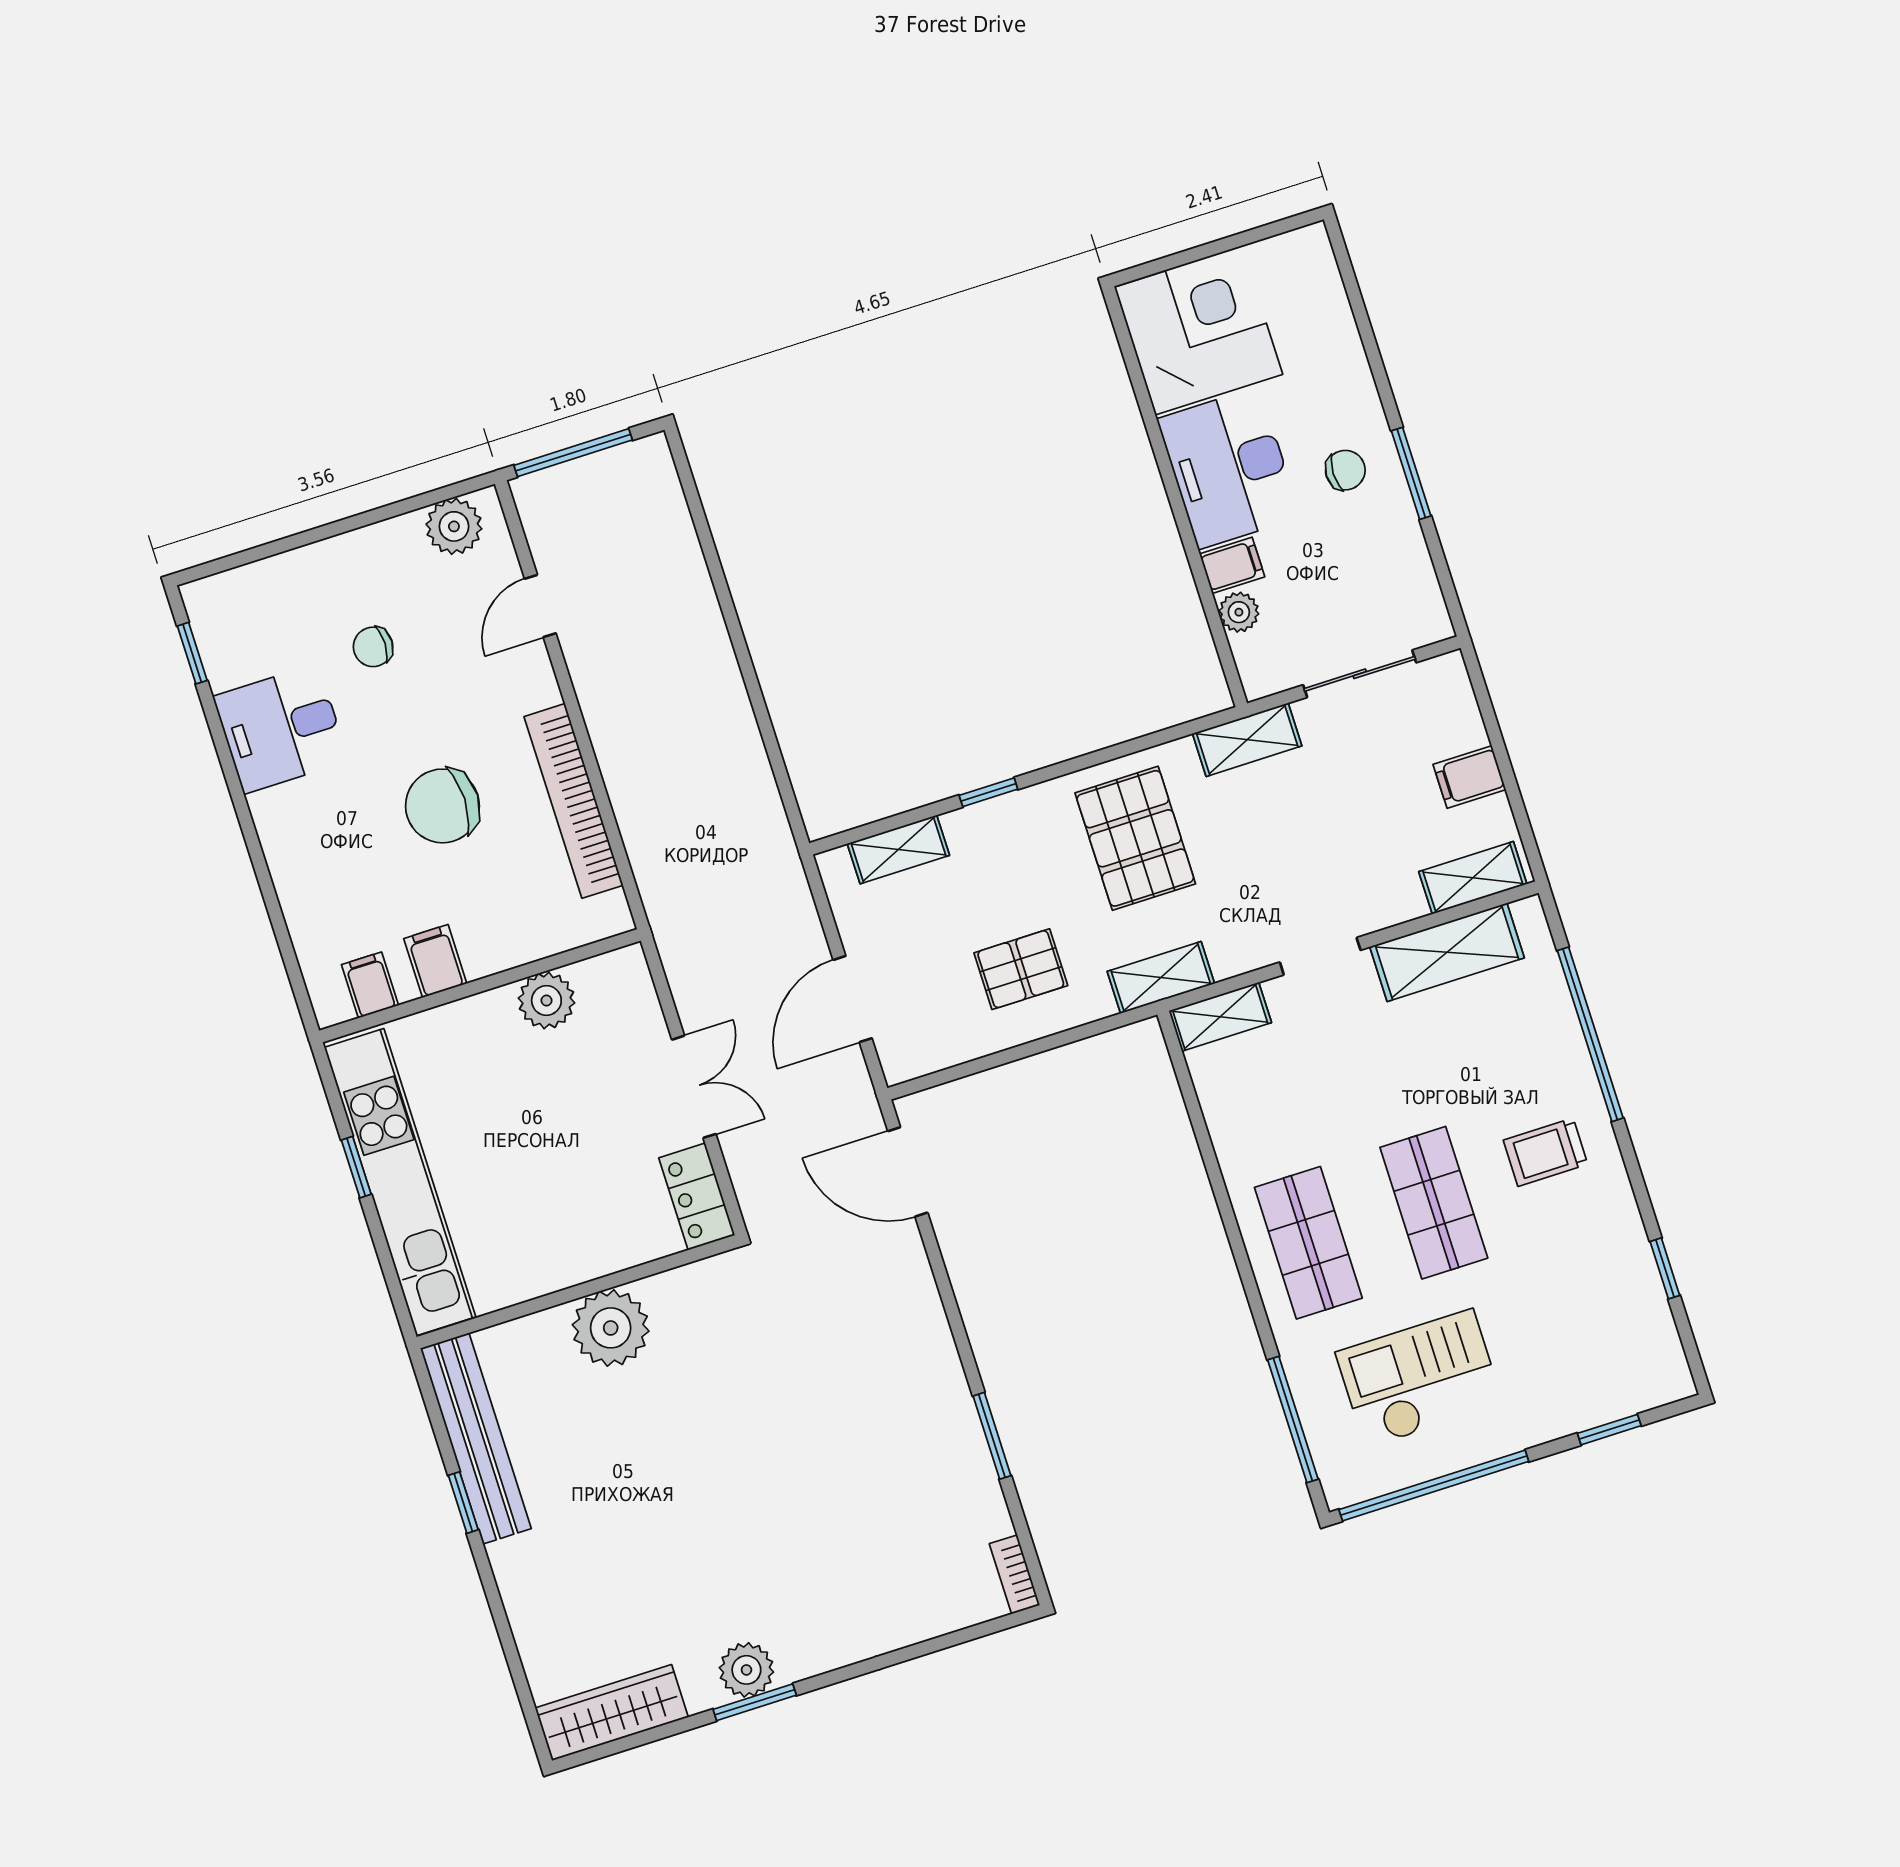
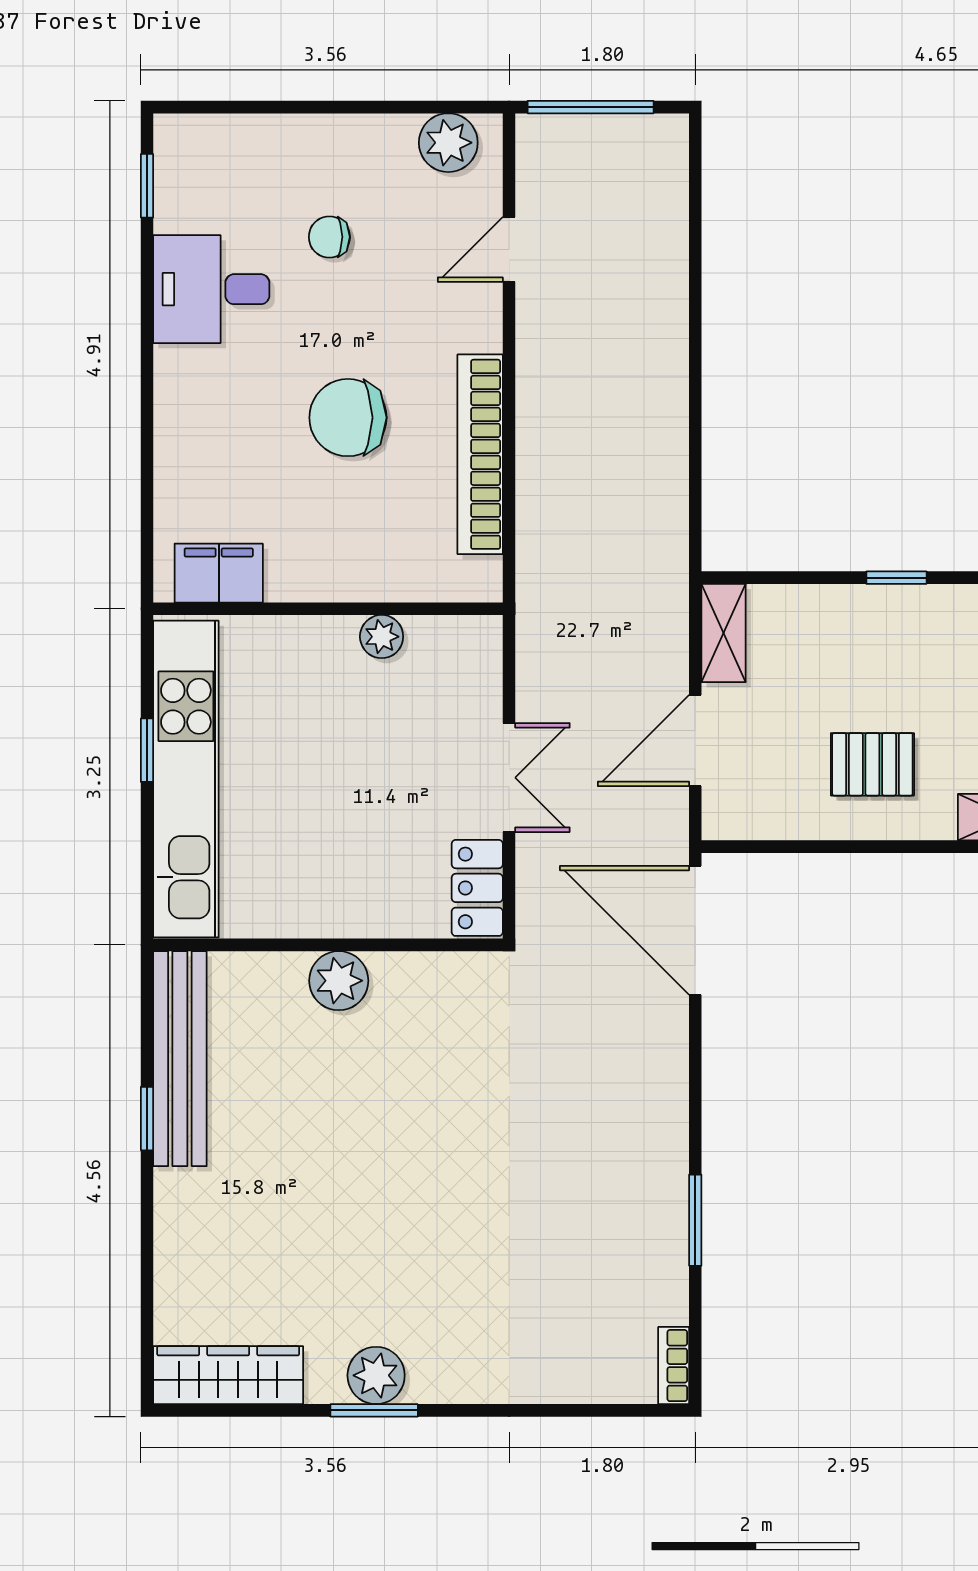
shelving: (898, 849) -> (724, 633), moved, turned 90
filing cabinet: (435, 961) -> (291, 570), removed
filing cabinet: (370, 985) -> (219, 573), width x2.00
plant: (546, 1000) -> (382, 637), width x0.73, depth x0.73
door: (908, 1172) -> (695, 930), width x1.36
plant: (611, 1328) -> (339, 981), width x0.73, depth x0.73

